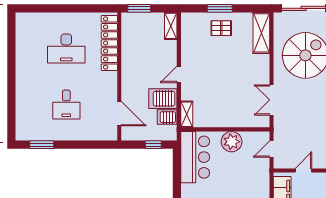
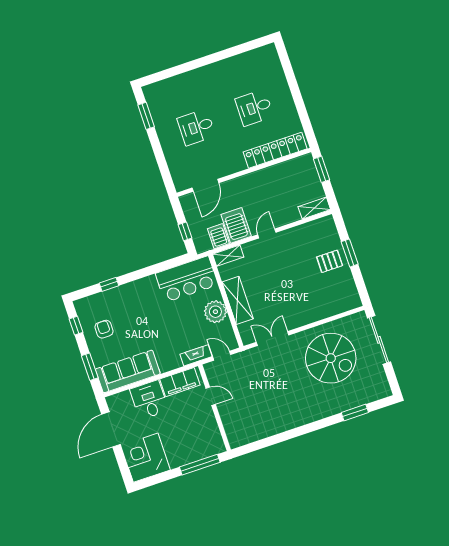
pallet: (221, 28) -> (330, 261), turned 90
shelving: (261, 33) -> (238, 300), moved, turned 90
desk: (66, 49) -> (254, 108), width x0.73
door: (179, 74) -> (267, 233), hinge flipped
fireplace: (264, 171) -> (196, 355), added

